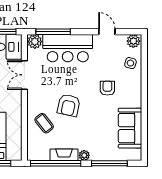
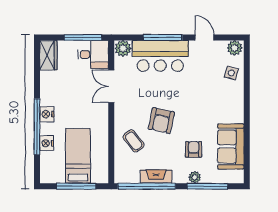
window: (53, 32) -> (163, 37), moved
armchair: (107, 88) -> (194, 149), moved
plant: (84, 155) -> (195, 177), moved

